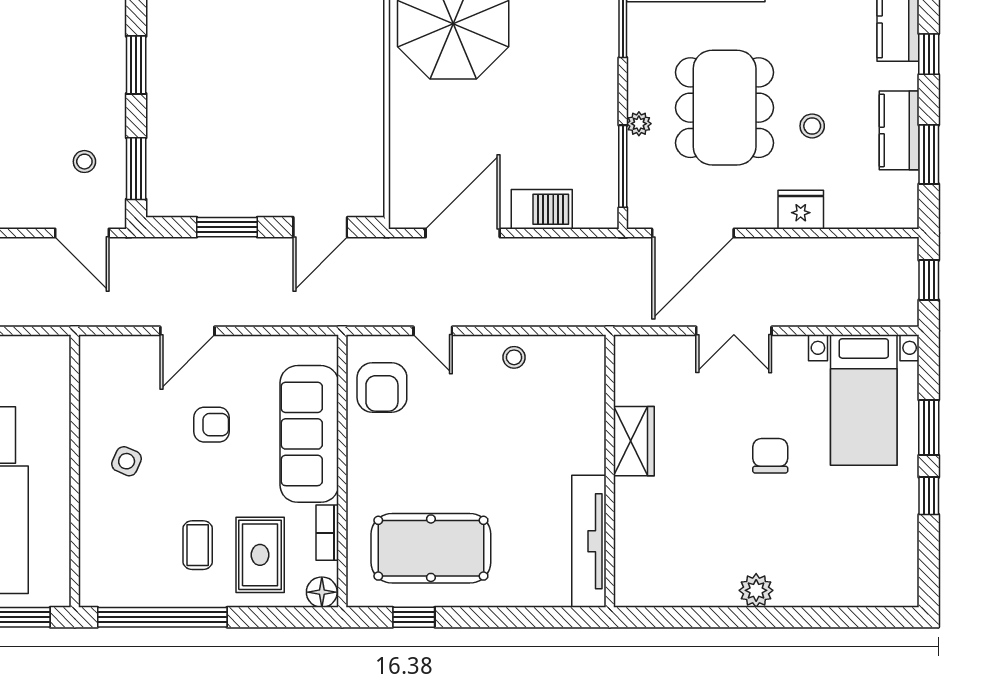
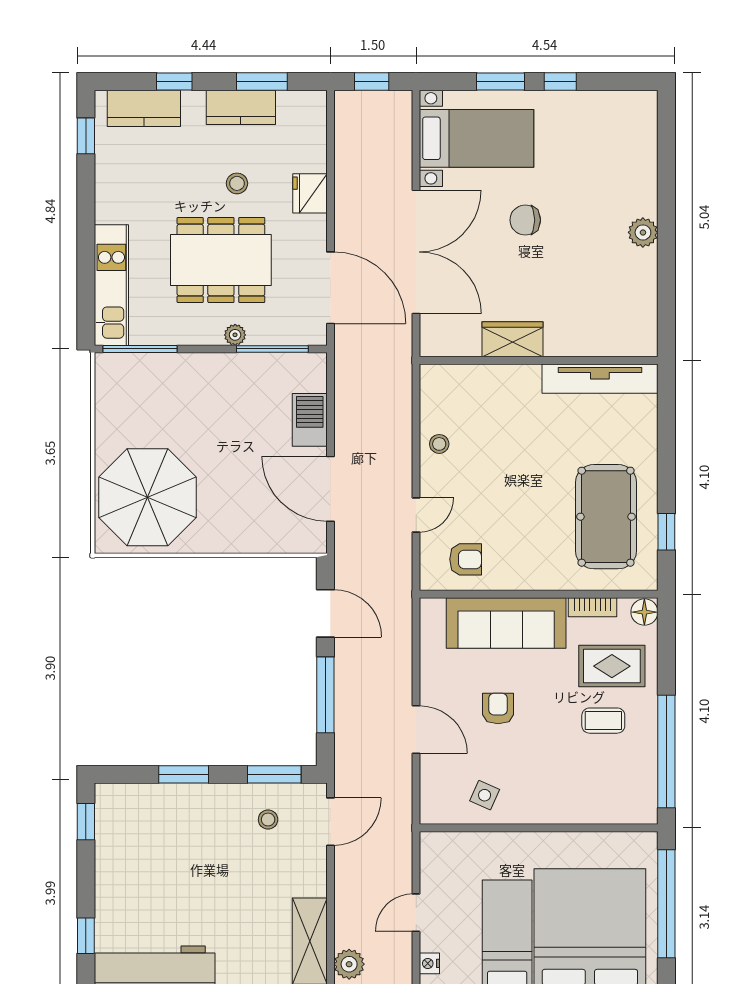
window: (227, 227) -> (325, 695), width x1.44
double door: (734, 331) -> (416, 252), width x1.87
armchair: (382, 388) -> (466, 559), width x0.72, depth x0.72
side table: (127, 461) -> (485, 795), moved

